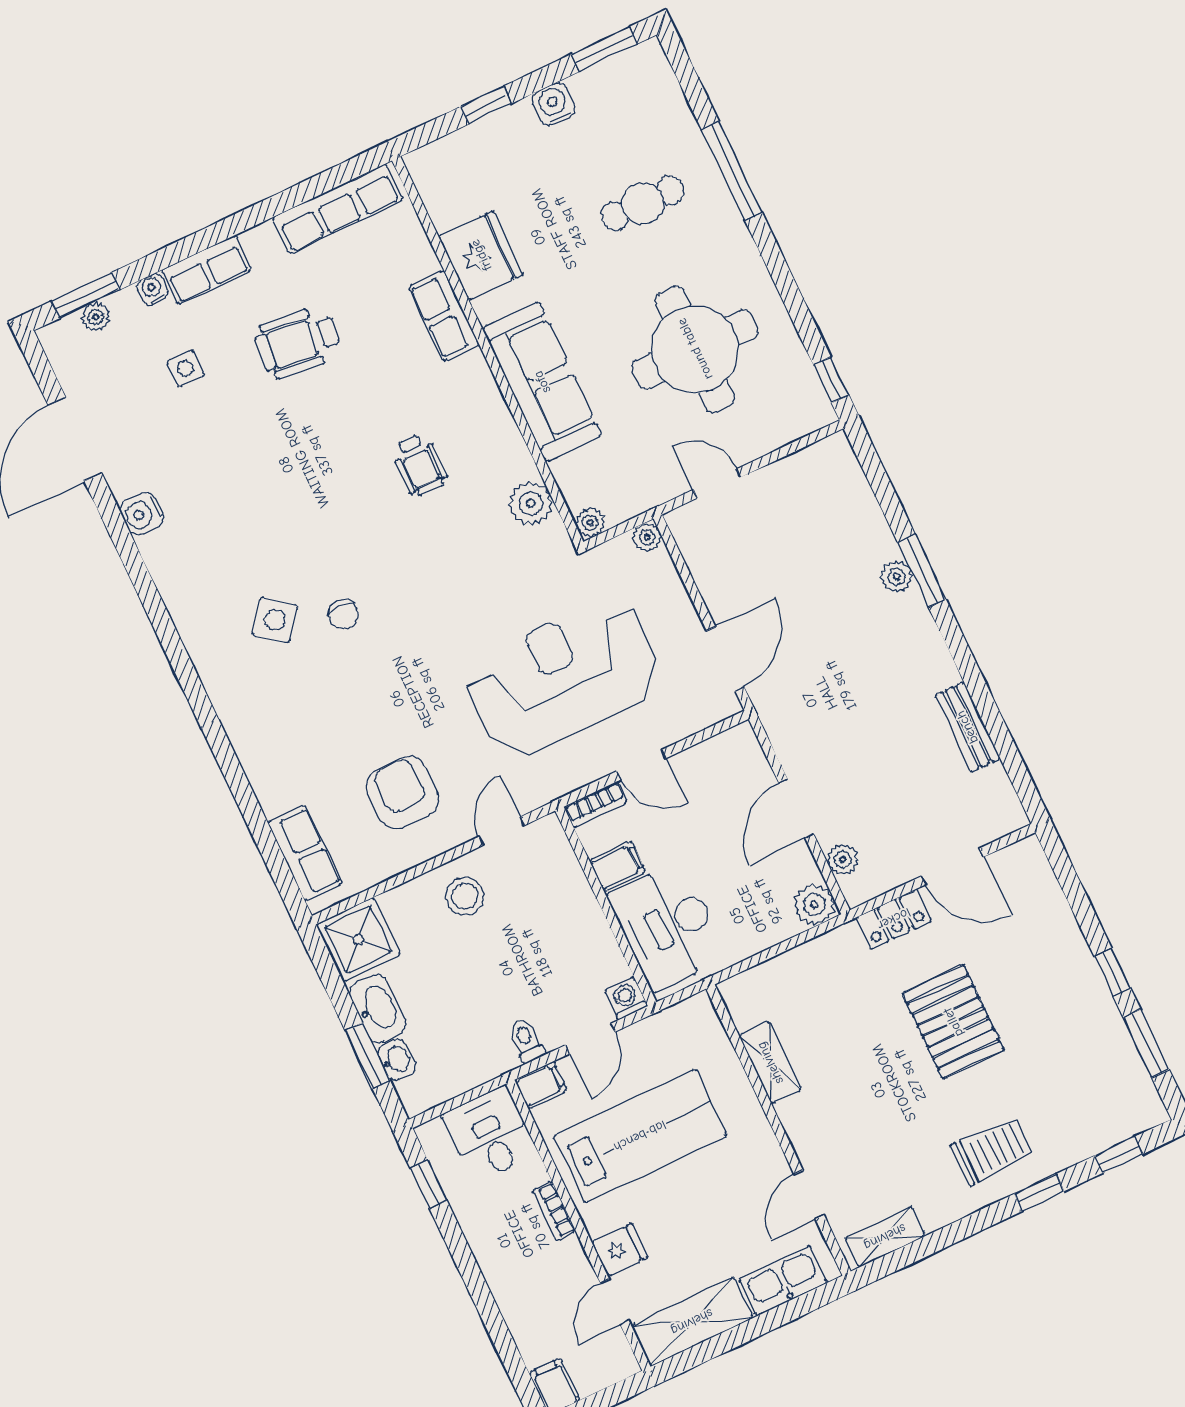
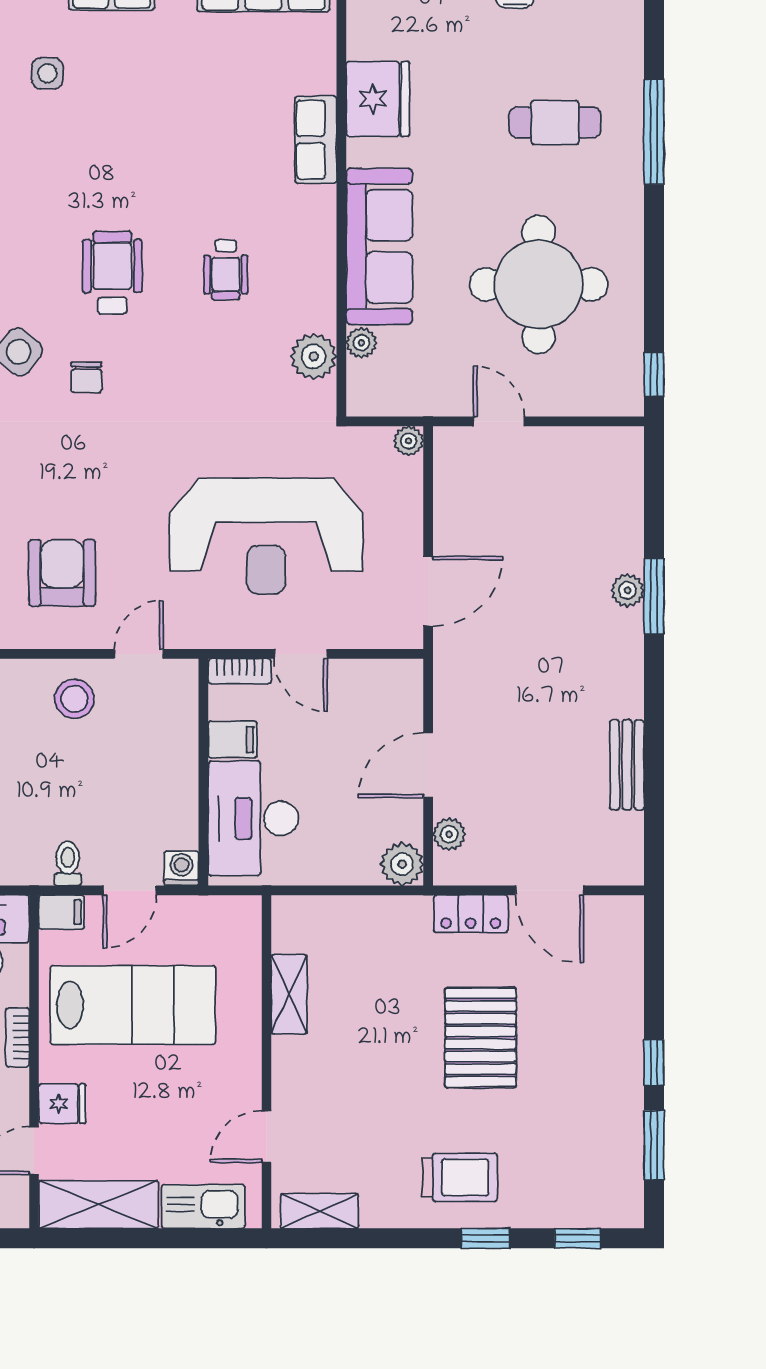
wheelchair: (298, 342) -> (112, 273), moved, turned 83
plant: (590, 523) -> (361, 343), moved
reception desk: (563, 678) -> (266, 536), turned 180

